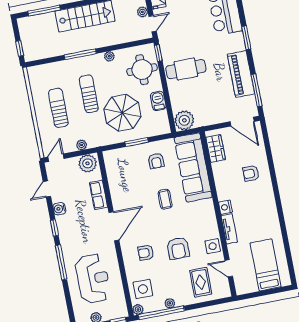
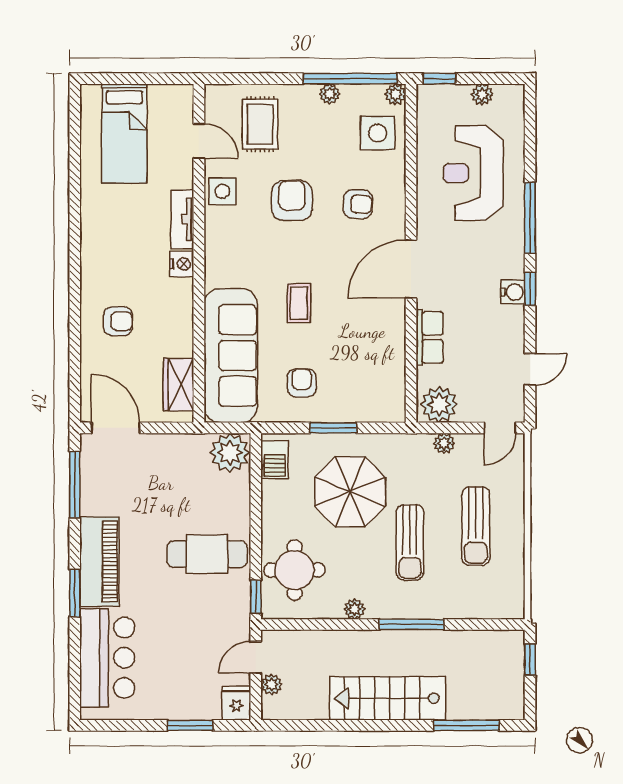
piano: (241, 74) -> (99, 561), moved
barbecue: (158, 101) -> (275, 460), moved
water cooler: (59, 209) -> (513, 292), moved

